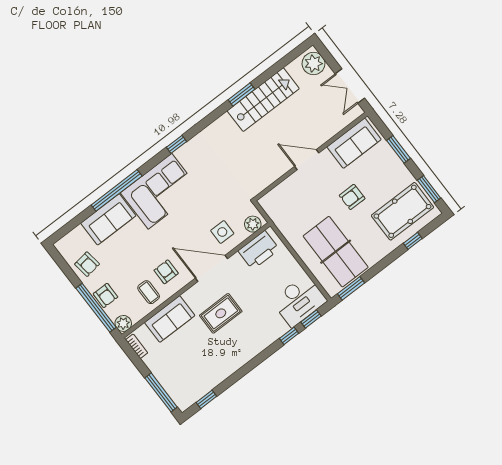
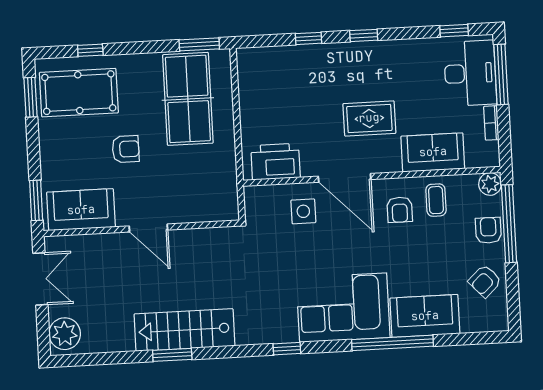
stairs: (263, 100) -> (184, 330), moved
window: (398, 149) -> (36, 200), moved
plant: (253, 224) -> (262, 196), removed
armchair: (87, 264) -> (485, 281), turned -125
desk: (299, 301) -> (470, 73), moved, turned 90
window: (311, 319) -> (364, 35), moved
bookcase: (137, 346) -> (491, 123), moved

